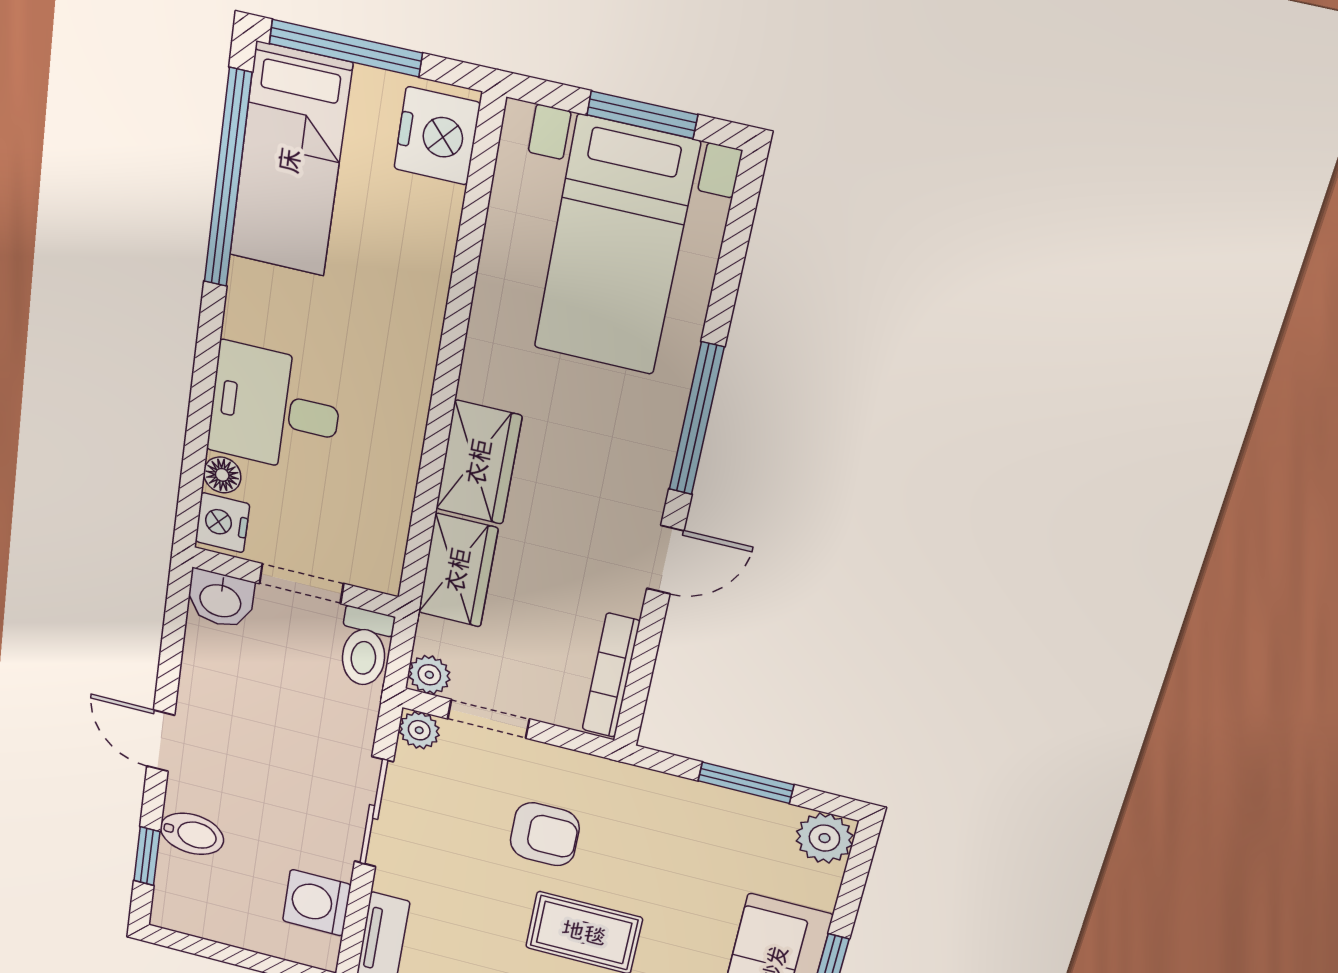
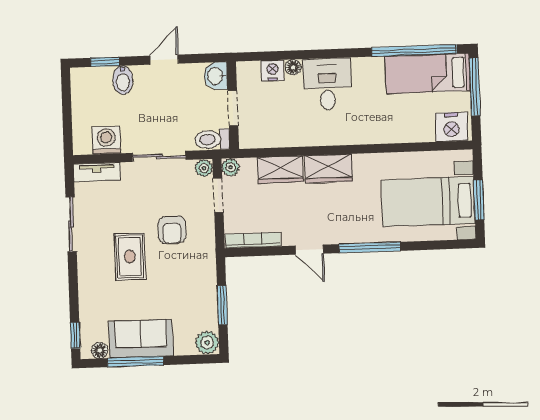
wall: (295, 582) -> (233, 105), moved
doorway: (301, 584) -> (233, 108), moved
washbasin: (221, 599) -> (216, 76), moved
toilet: (365, 648) -> (212, 139), moved

